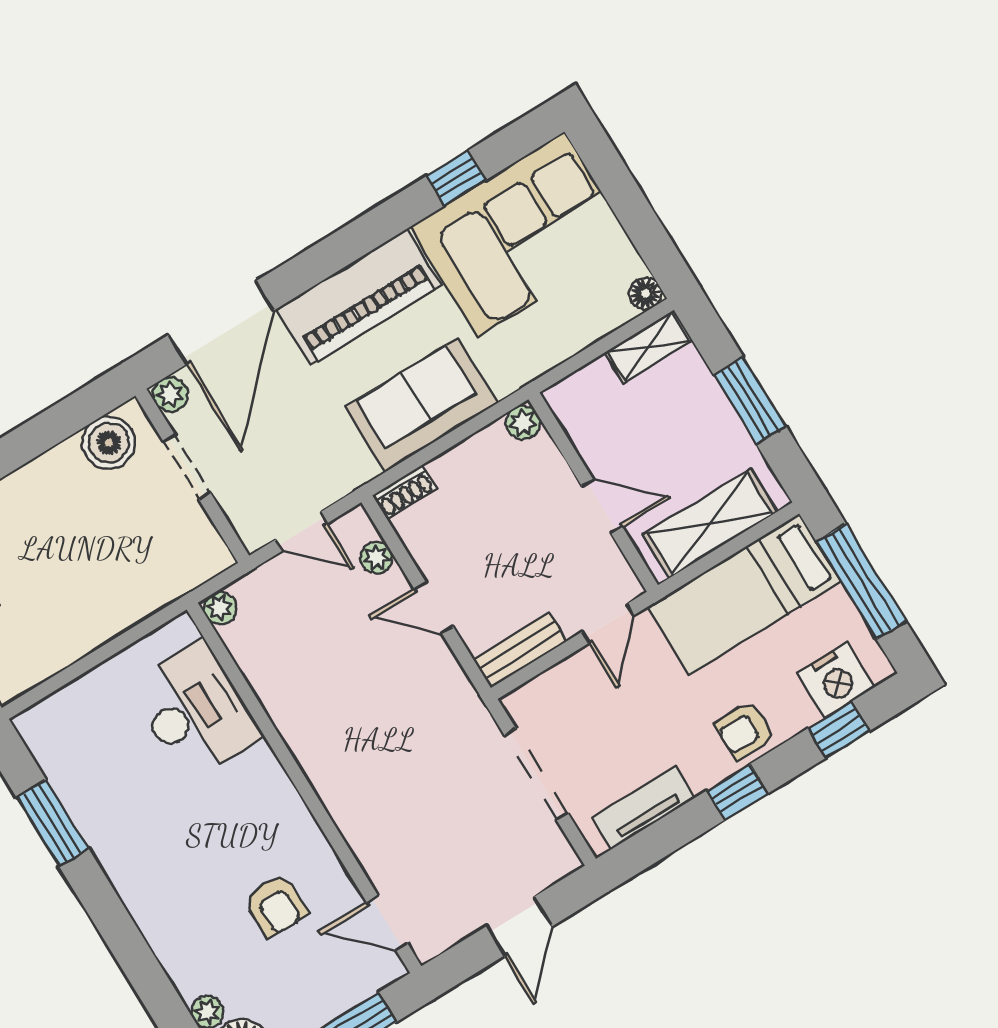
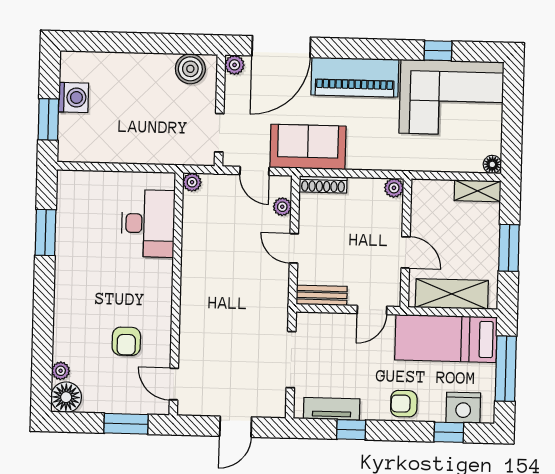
sofa: (421, 405) -> (308, 147), moved
doorway: (187, 467) -> (219, 133), moved
shoe rack: (405, 492) -> (323, 184), width x1.43
window: (737, 792) -> (351, 430), moved

